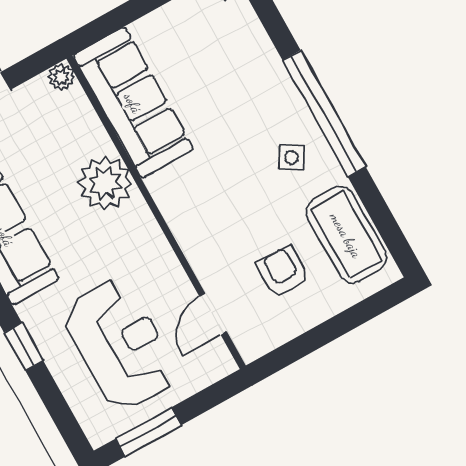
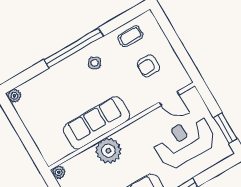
sofa: (133, 103) -> (97, 123), moved
coffee table: (346, 235) -> (130, 36), width x0.54, depth x0.58

